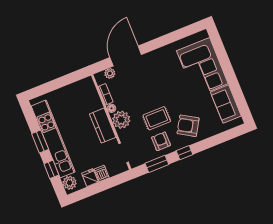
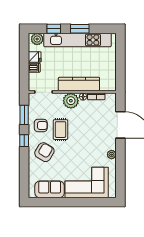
plant: (110, 73) -> (112, 155), moved
kitchen counter: (103, 126) -> (79, 84), width x1.50

